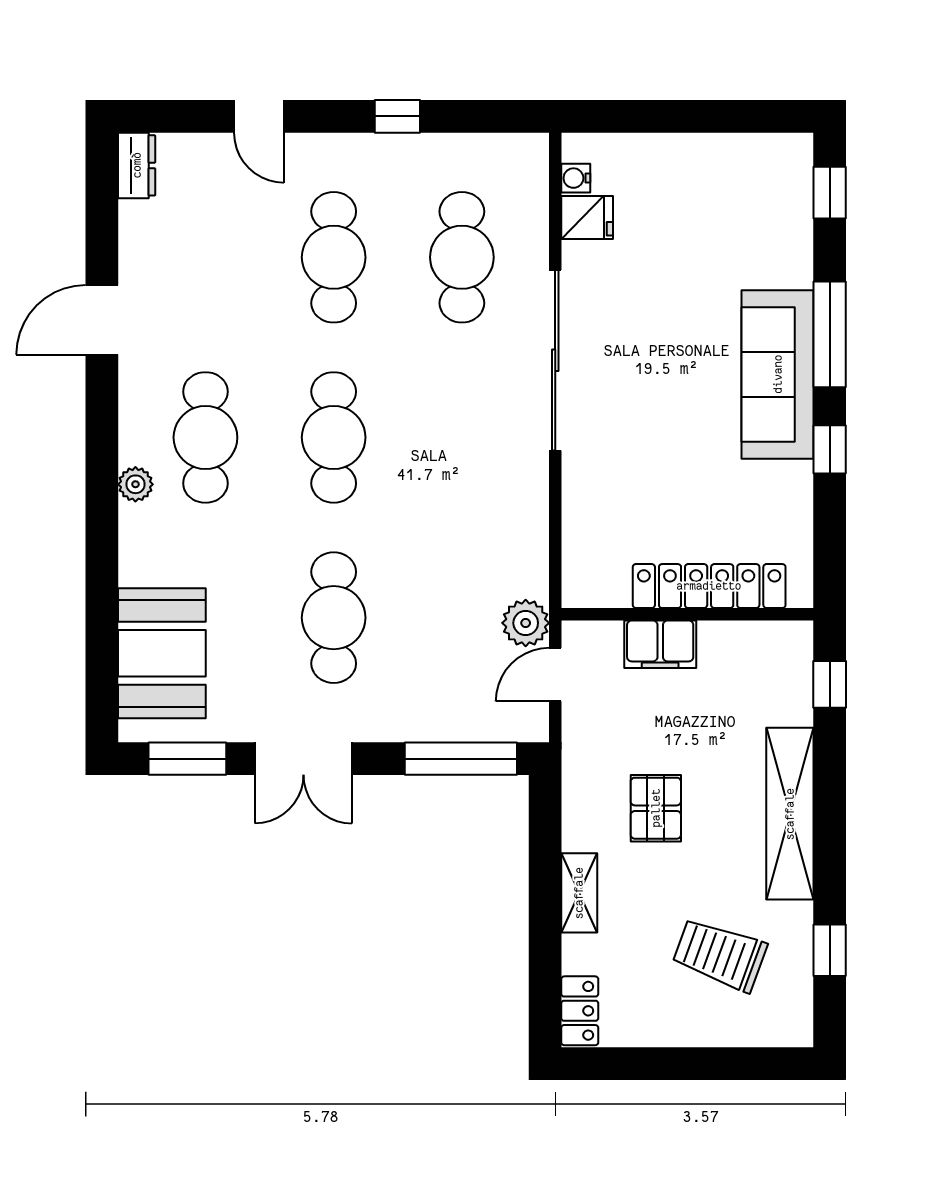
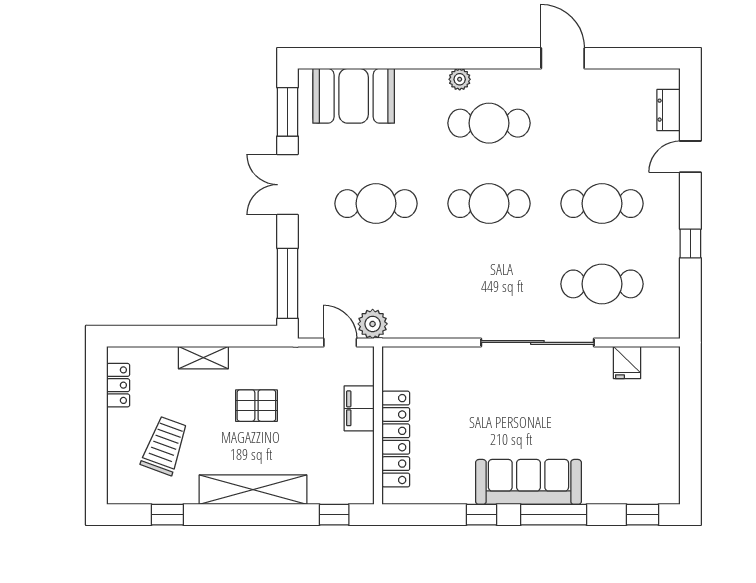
dresser: (137, 165) -> (669, 110), moved, turned 90
water cooler: (576, 178) -> (652, 355), removed
locker: (580, 1011) -> (118, 385), moved, turned -90

